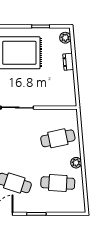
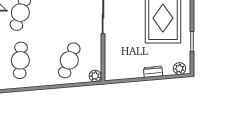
cafe table: (58, 138) -> (69, 60), turned 33
plant: (76, 163) -> (95, 76), moved

